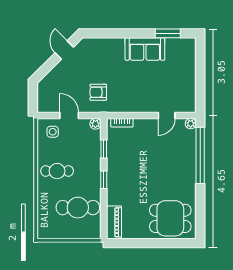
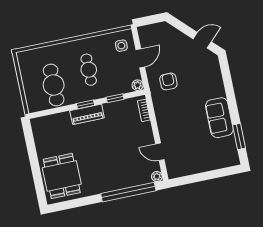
cafe table: (57, 171) -> (89, 70), moved
piano: (114, 222) -> (87, 114), moved

